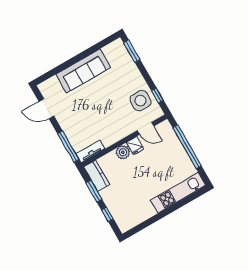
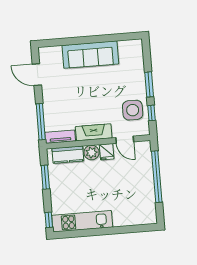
window: (132, 51) -> (149, 84), moved
fireplace: (117, 134) -> (94, 132), added
kitchen counter: (97, 176) -> (68, 155), moved, turned 90
kitchen unit: (178, 193) -> (82, 221), moved
window: (107, 215) -> (49, 220), moved

